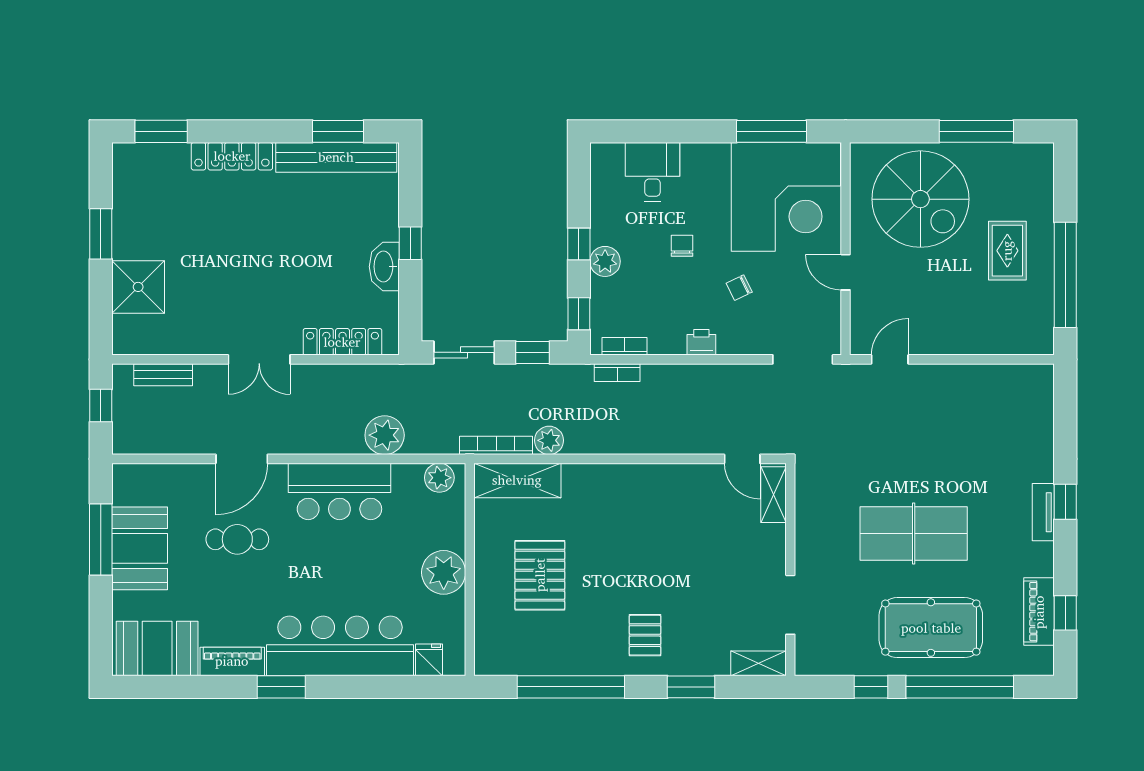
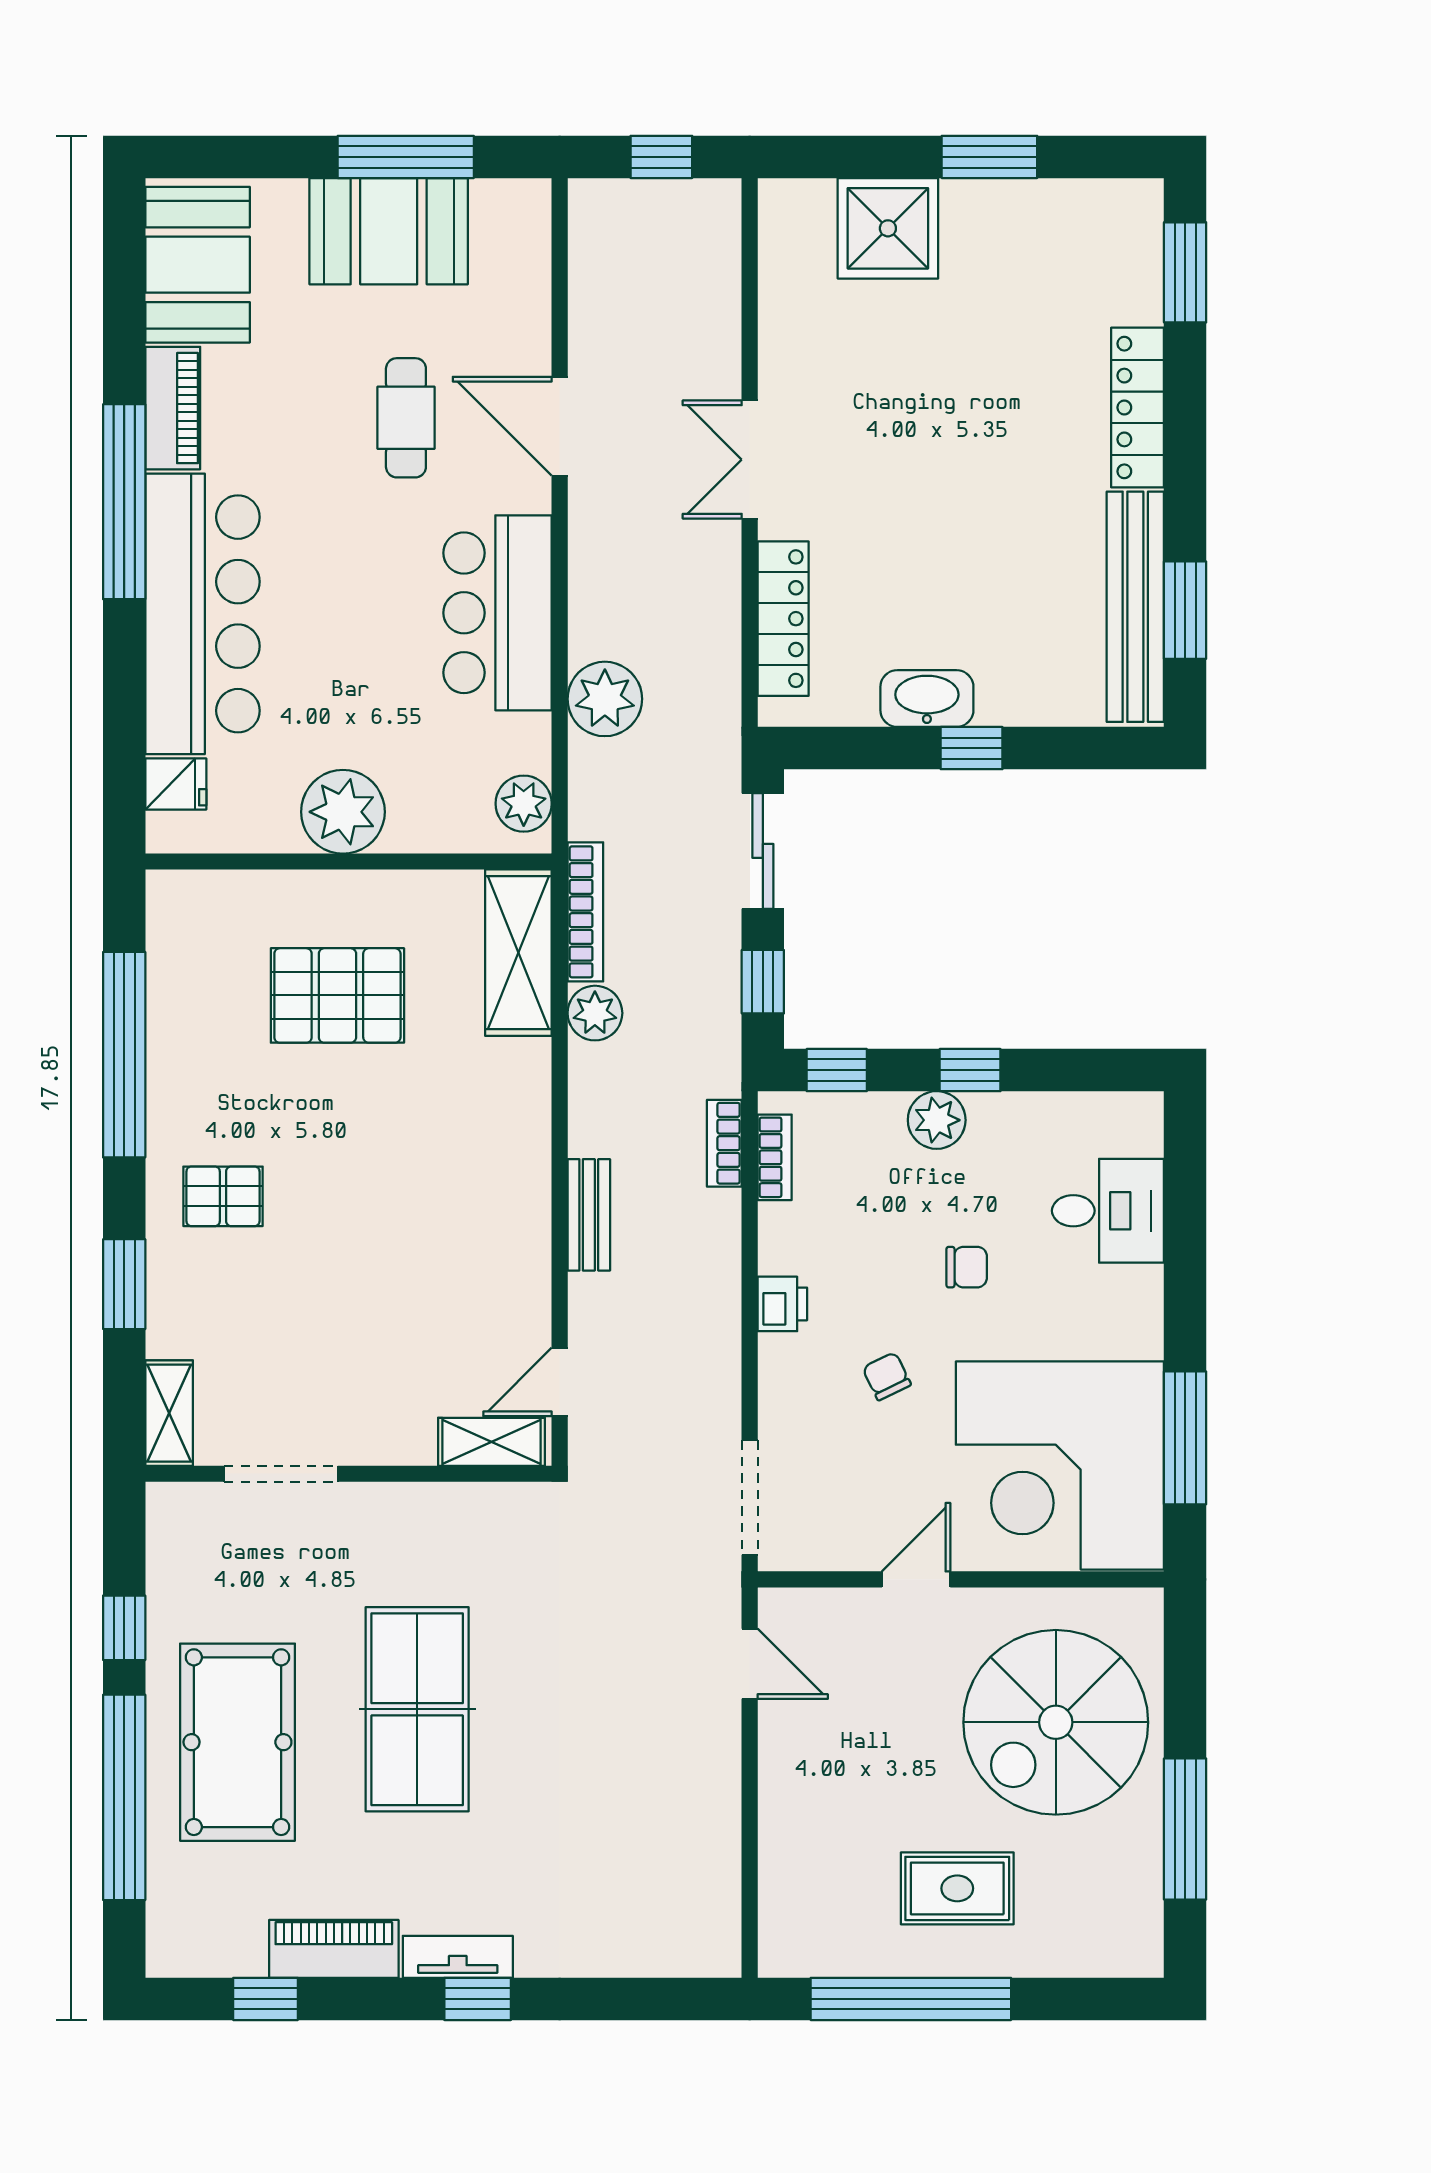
bench: (163, 375) -> (589, 1215), moved
piano: (1039, 612) -> (334, 1949), moved
window: (281, 687) -> (124, 502), width x2.11

